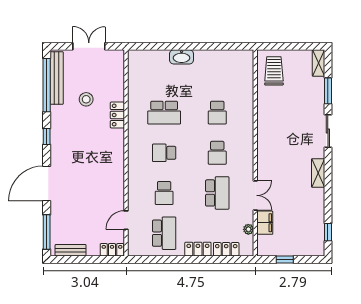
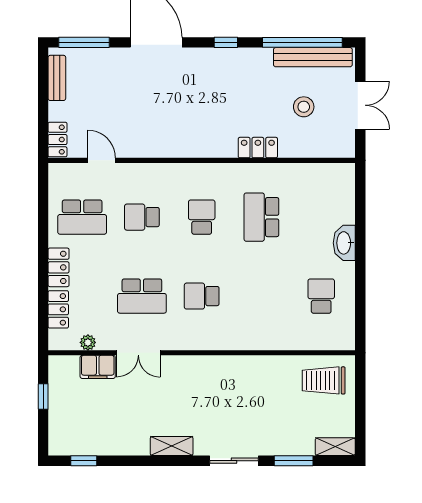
trolley: (274, 71) -> (324, 380), turned 180
stool: (86, 99) -> (304, 107), moved
school desk: (217, 113) -> (321, 296), moved, turned 90

